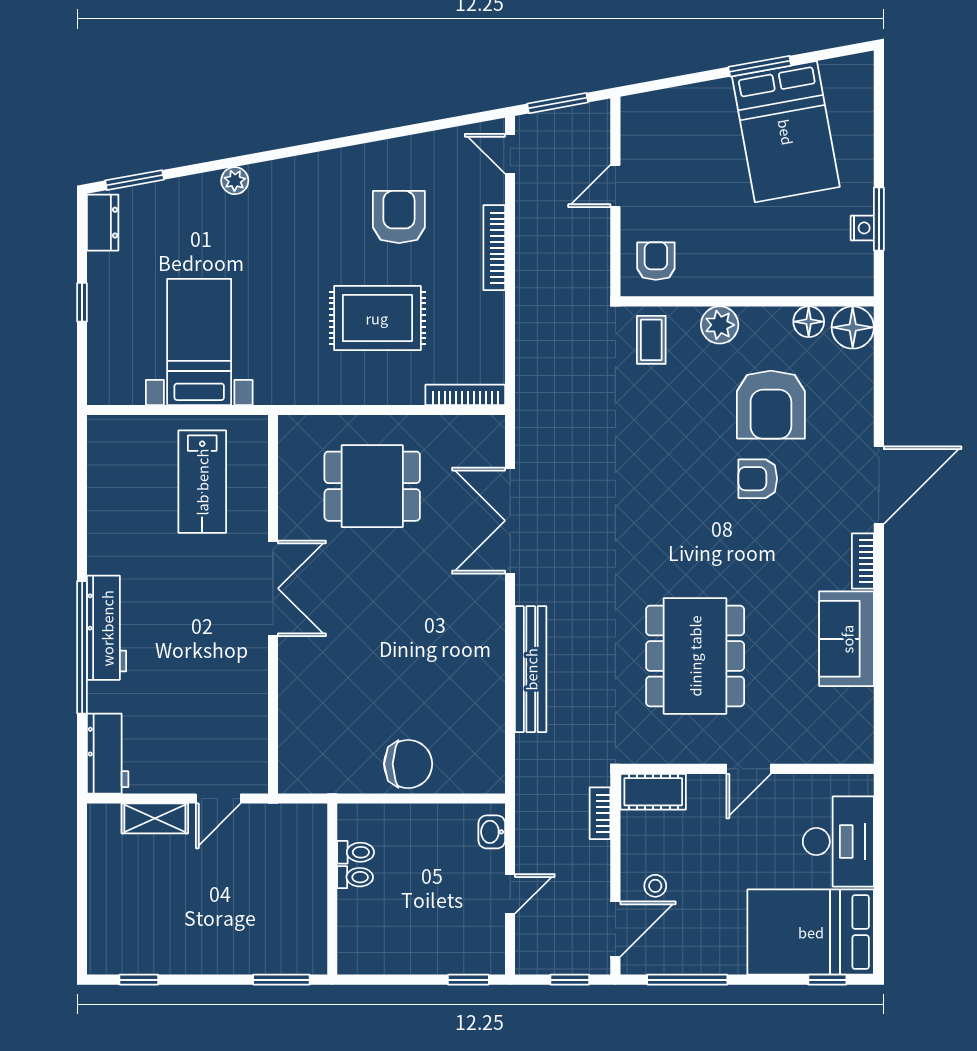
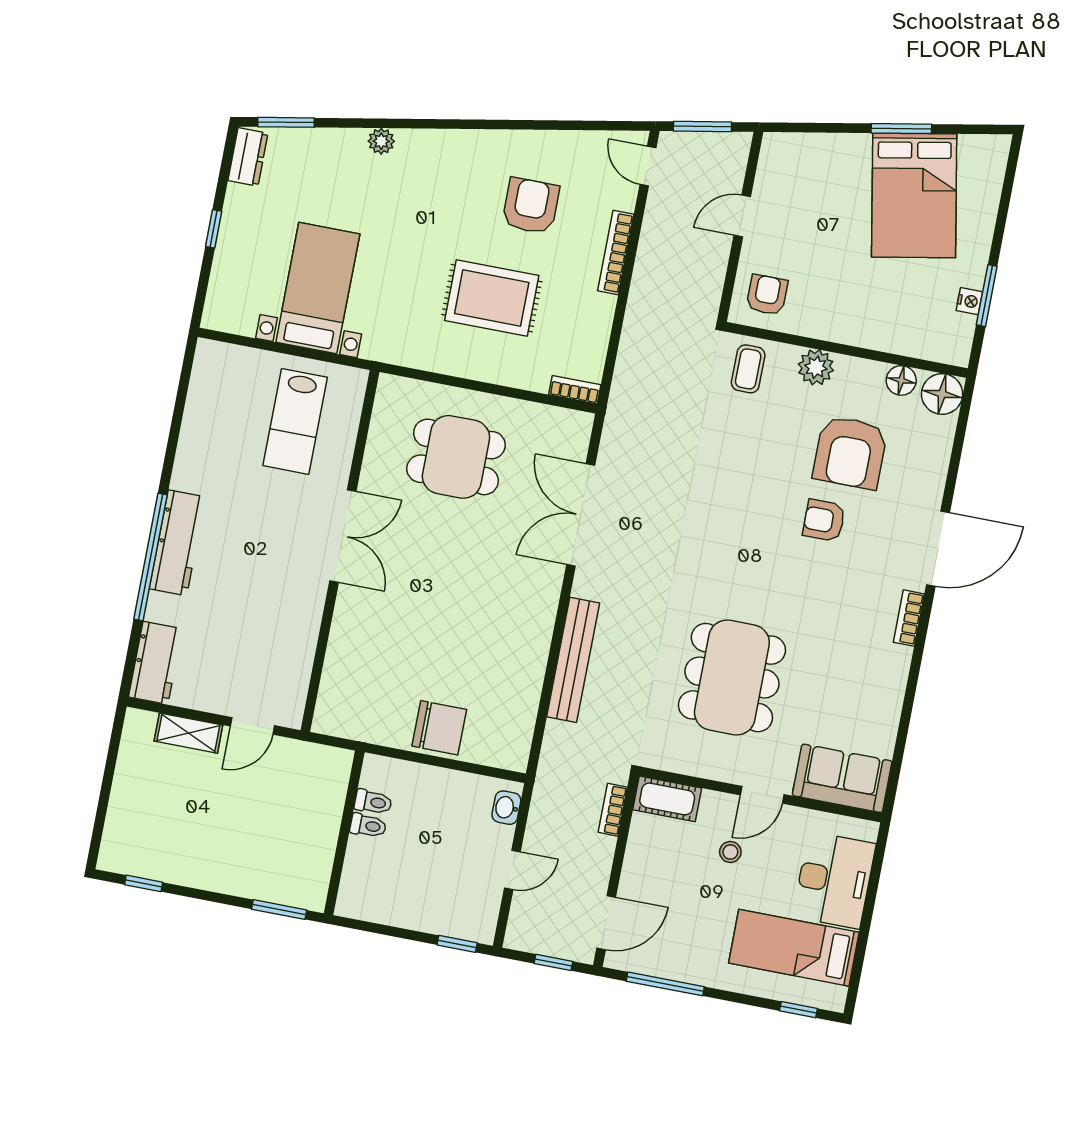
bookcase: (465, 395) -> (575, 390), width x0.64
sofa: (847, 639) -> (842, 778), moved, turned 90
stool: (655, 886) -> (730, 852), moved
bed: (811, 932) -> (794, 948), width x0.67

